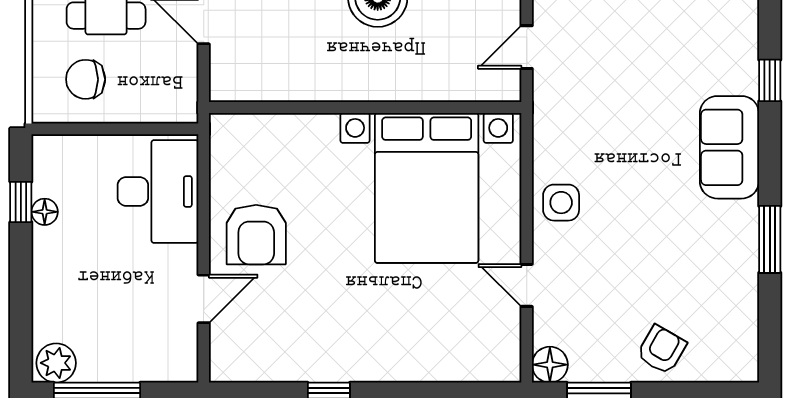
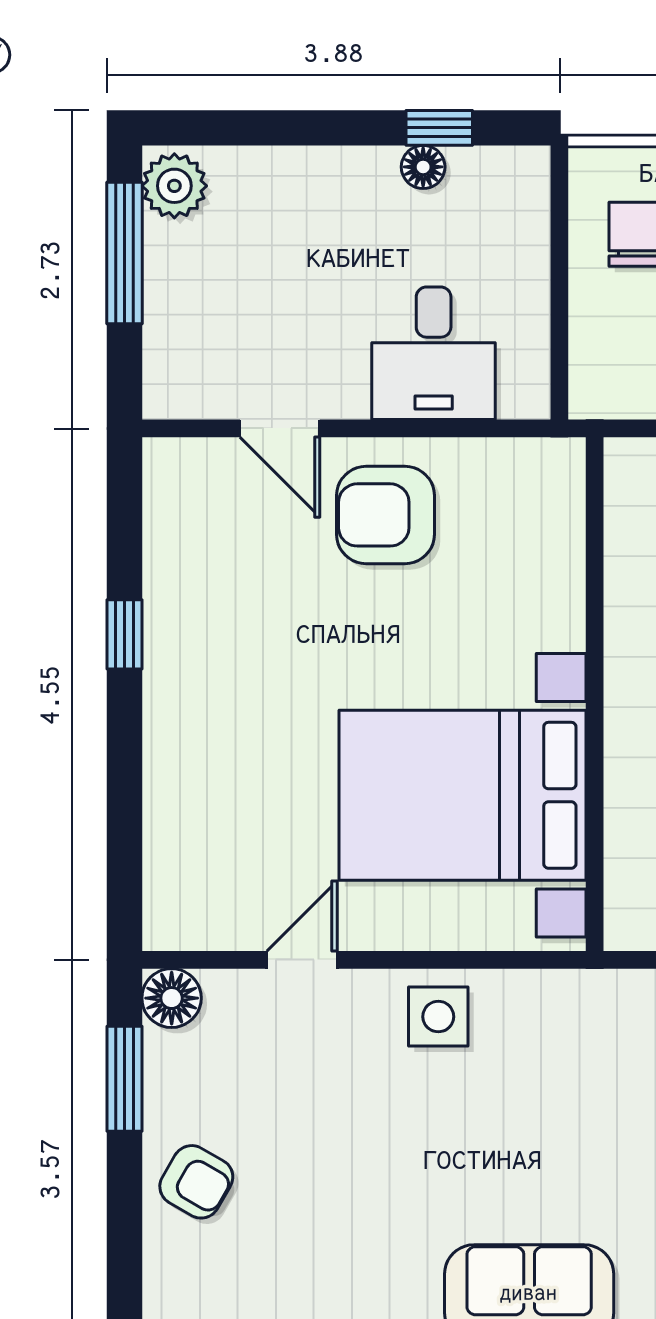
desk: (158, 191) -> (434, 353), width x0.73

